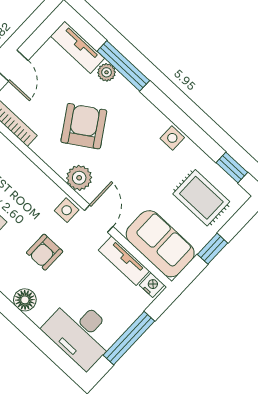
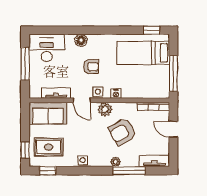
plant: (107, 72) -> (116, 162), moved
armchair: (84, 126) -> (122, 132), turned 94
window: (213, 249) -> (25, 150), moved
armchair: (45, 252) -> (91, 67), turned 90
nightstand: (152, 285) -> (116, 94), moved

